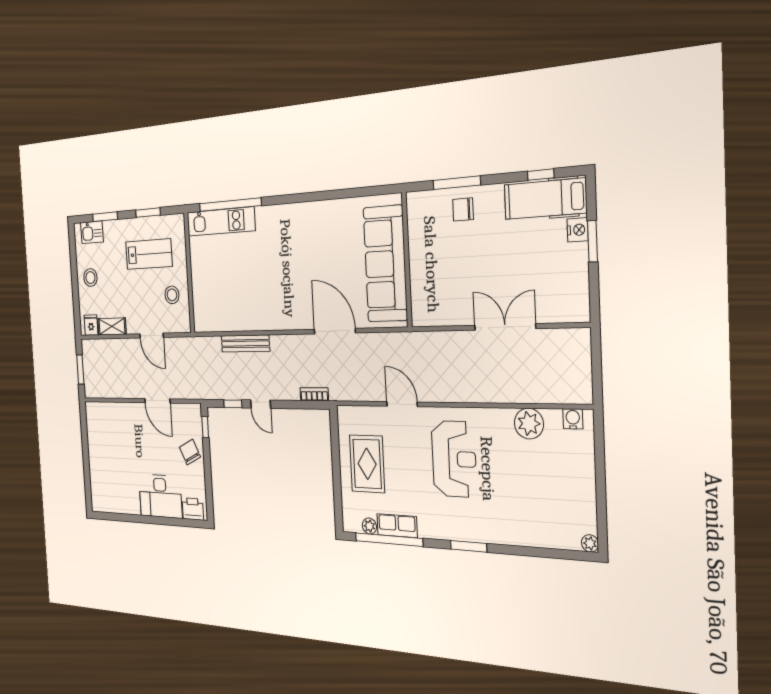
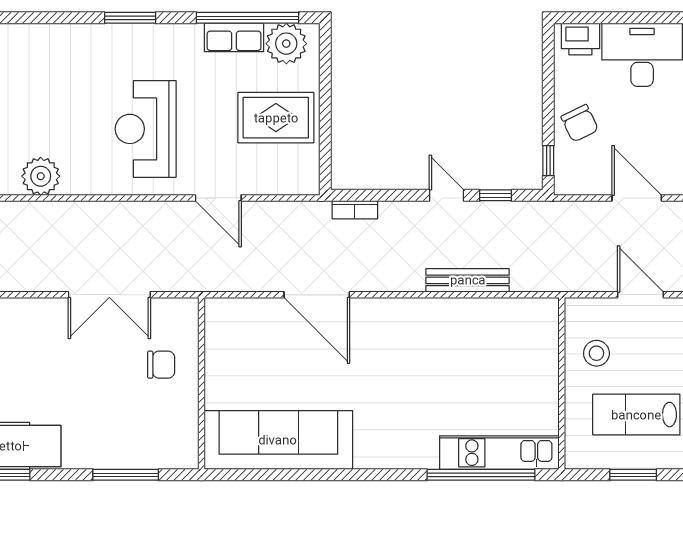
chair: (463, 209) -> (161, 365), moved
sofa: (385, 264) -> (278, 440), moved, turned -90
double door: (505, 327) -> (109, 295), moved
rug: (367, 464) -> (276, 118), turned 90
plant: (369, 526) -> (286, 44), width x1.88, depth x1.88

